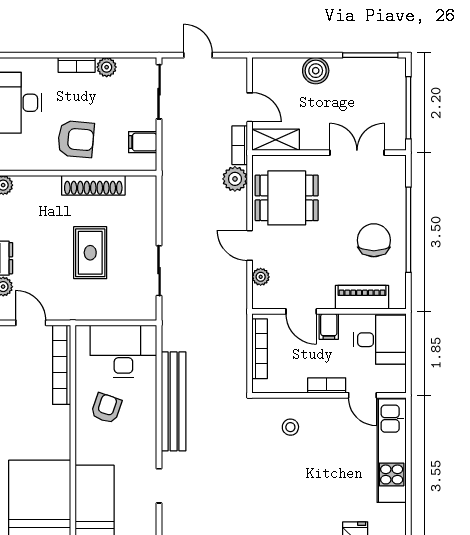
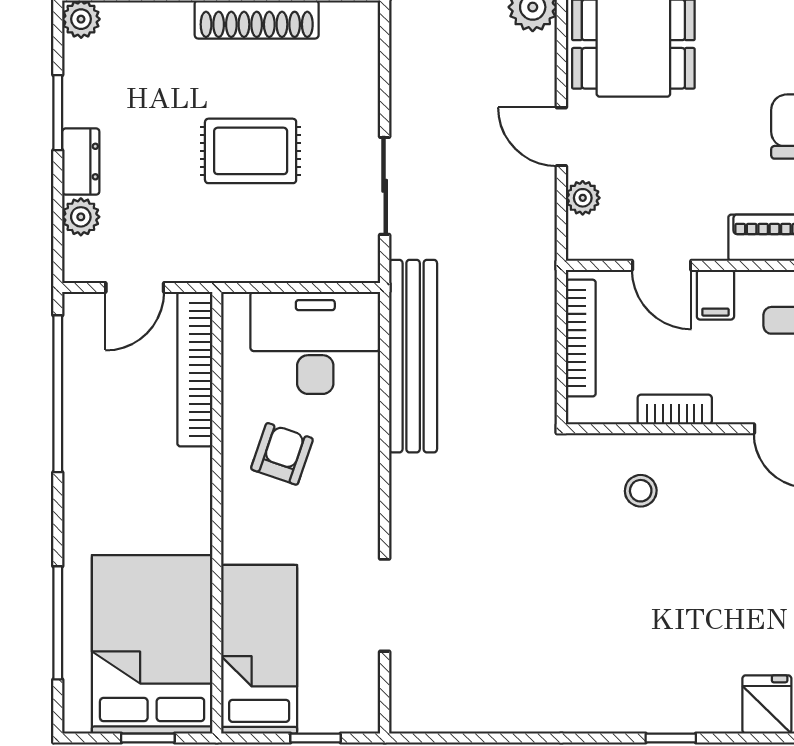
rug: (90, 253) -> (251, 151), turned 90
door: (31, 323) -> (135, 287), swing flipped
bookcase: (327, 385) -> (675, 410), moved
bench: (174, 401) -> (413, 356), moved
doorway: (159, 486) -> (385, 605), width x1.38

